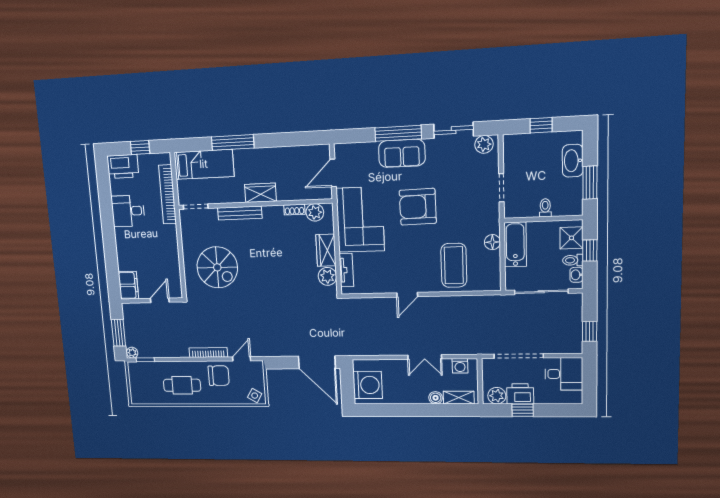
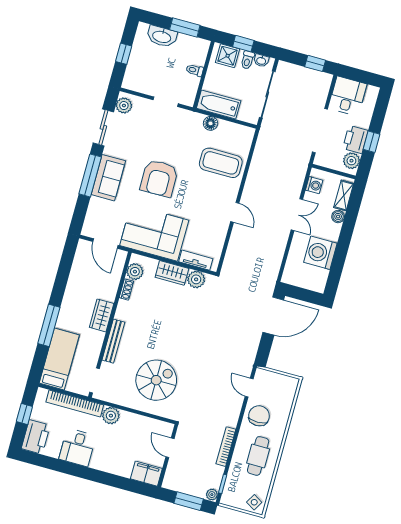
plant: (169, 234) -> (111, 416), added
bookcase: (208, 353) -> (226, 447), moved
washing machine: (368, 385) -> (320, 253), moved, turned -90
side table: (255, 396) -> (254, 502), moved

